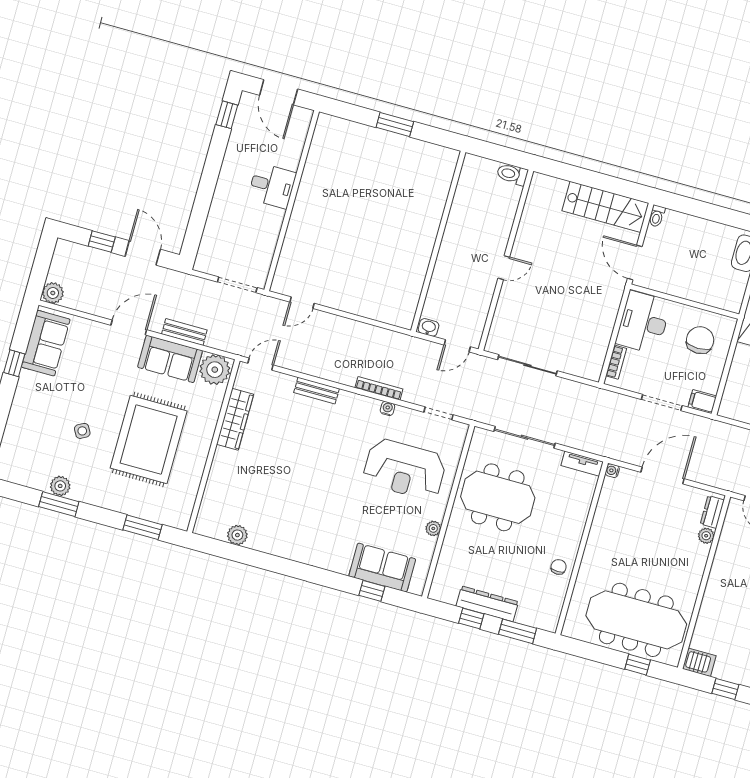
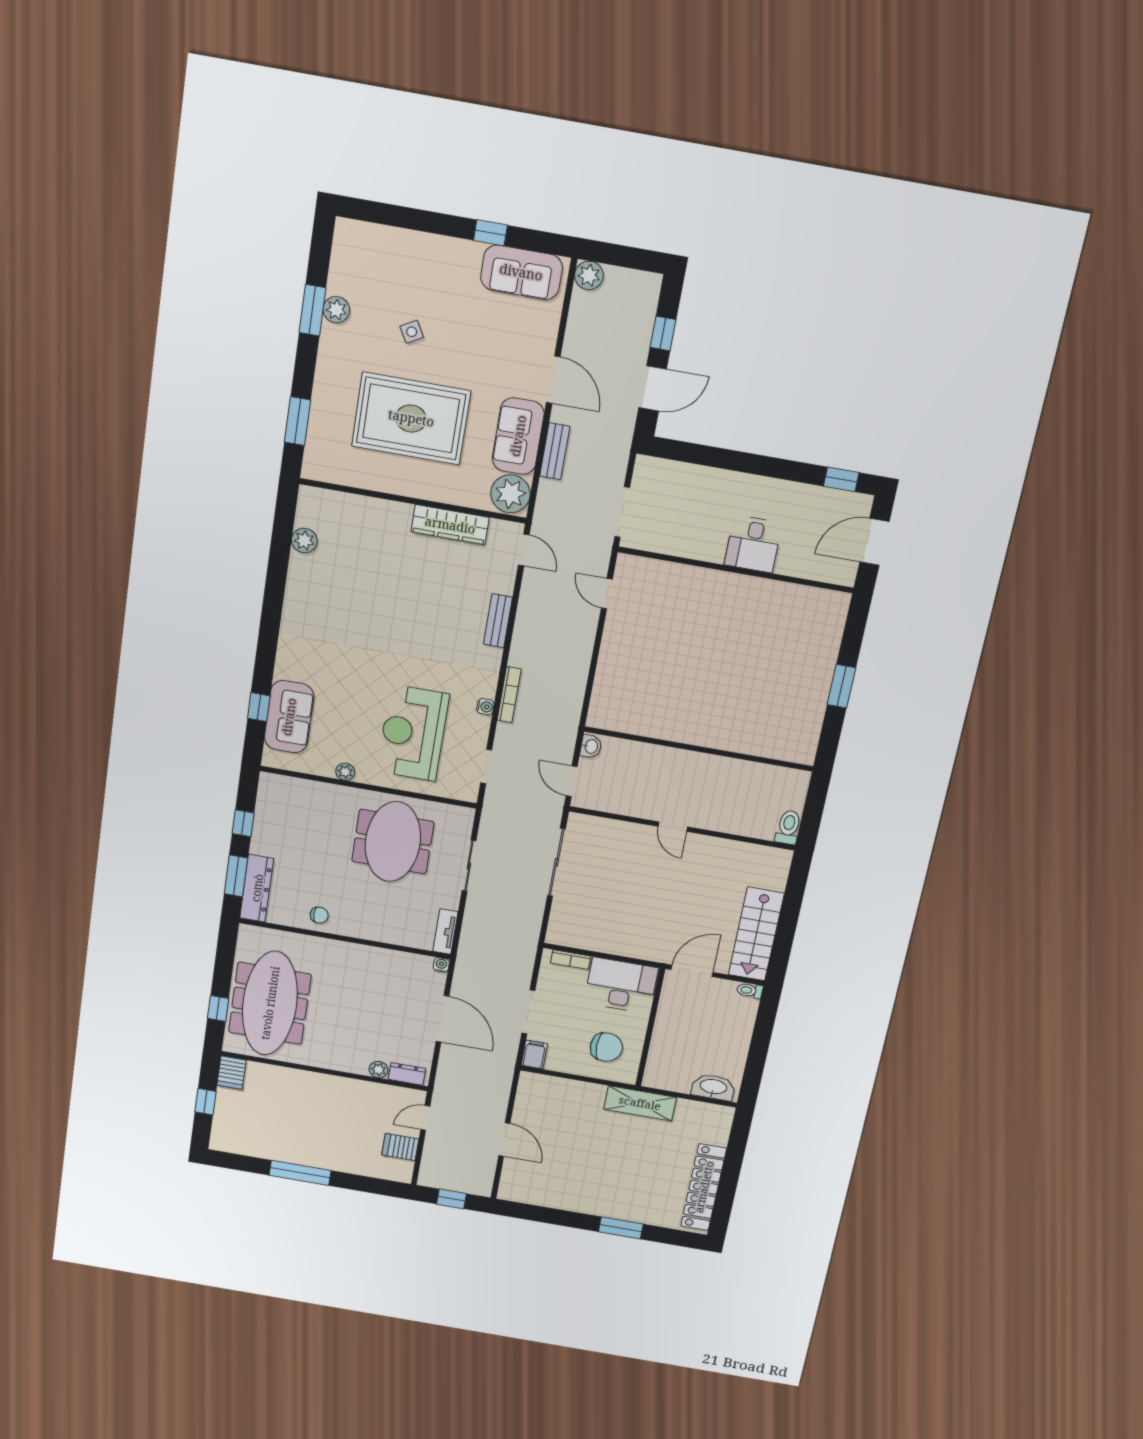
sliding door: (525, 437) -> (469, 866), width x0.73
dresser: (487, 604) -> (257, 888), moved

